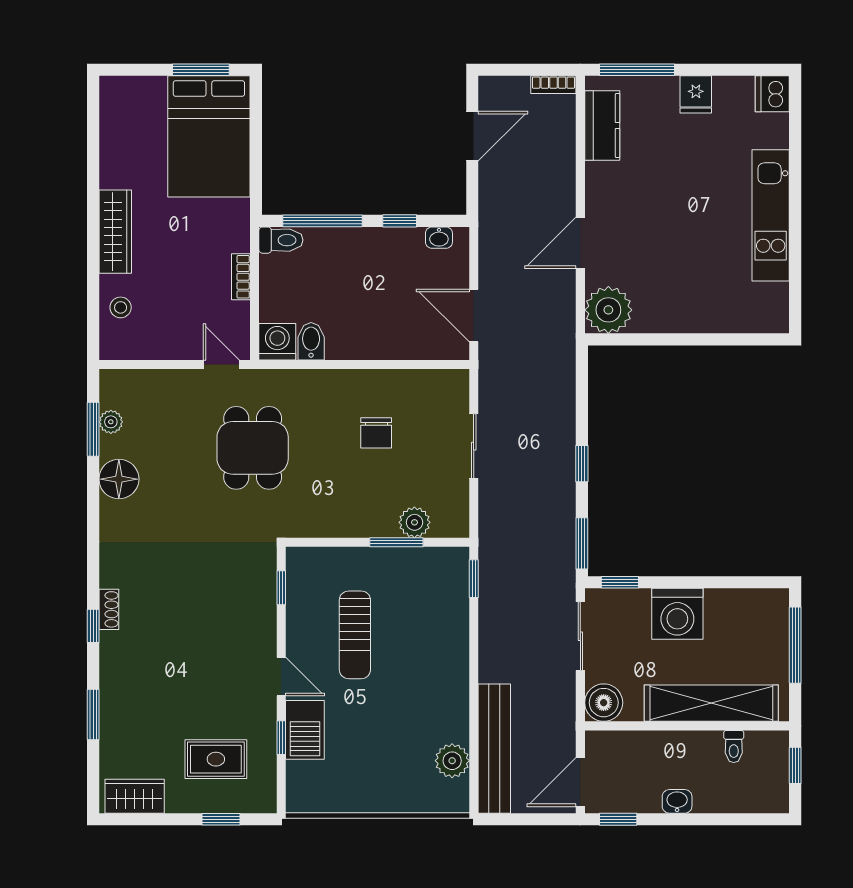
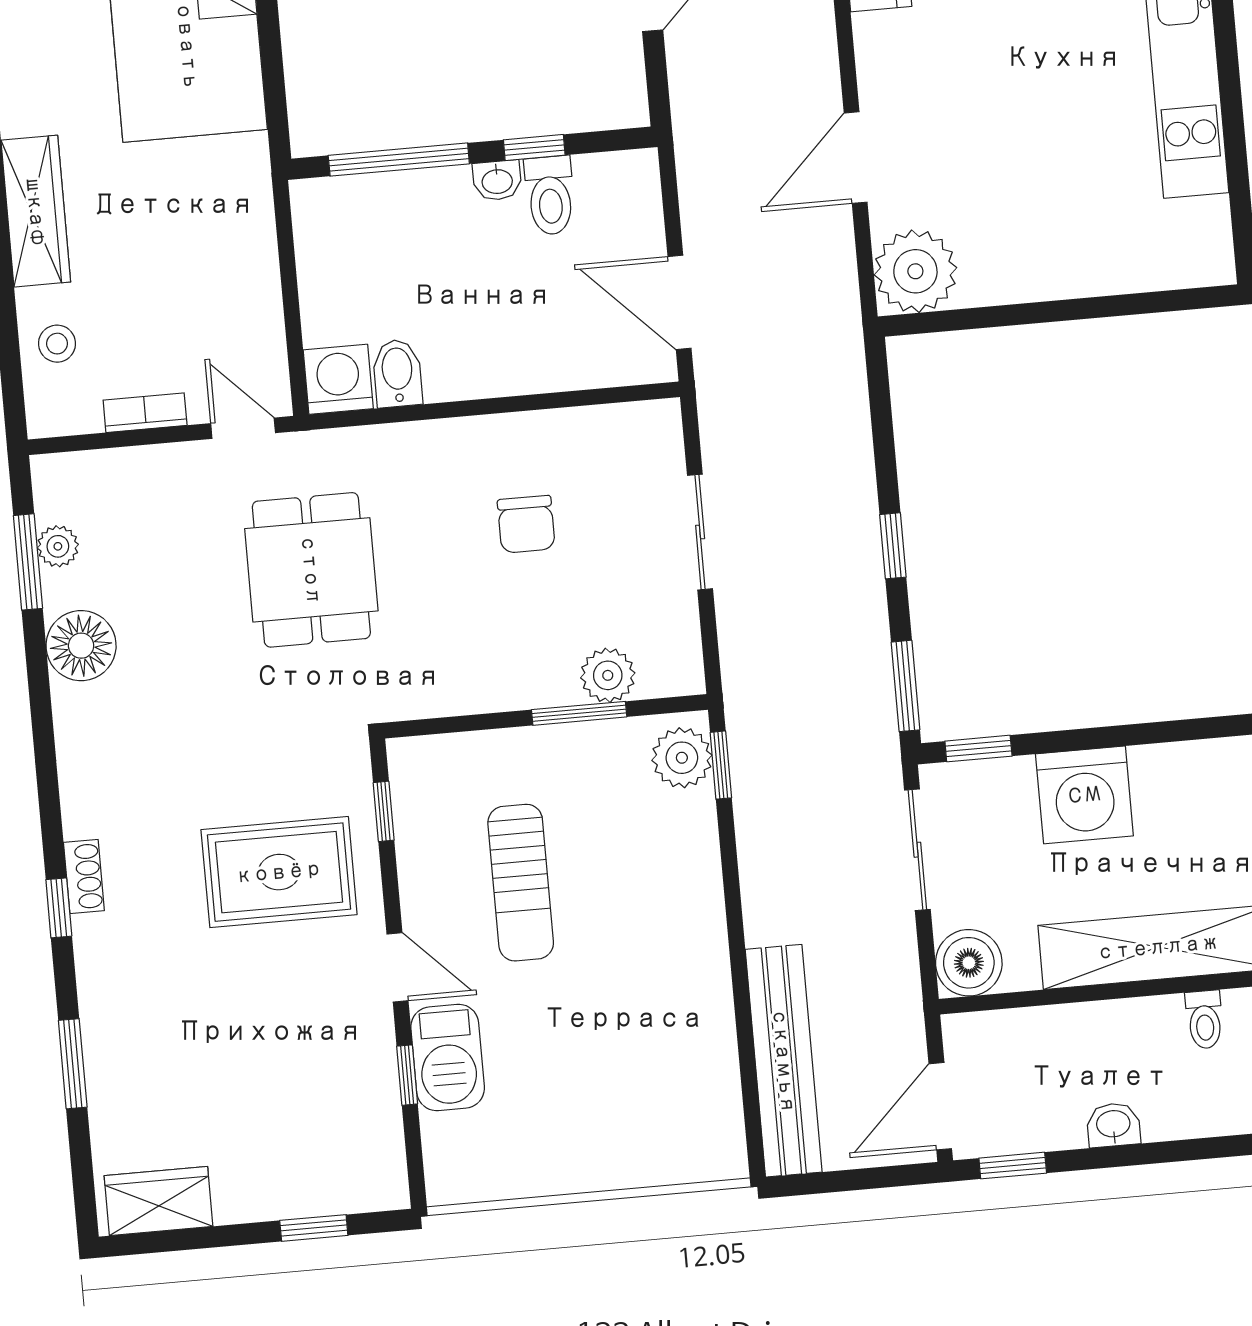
washbasin: (439, 238) -> (497, 180), moved
toilet: (281, 240) -> (550, 195), moved, turned 90
bookcase: (241, 277) -> (145, 413), moved, turned 90
rug: (216, 759) -> (279, 872), moved, width x1.36, depth x1.43
plant: (452, 761) -> (682, 758), moved

